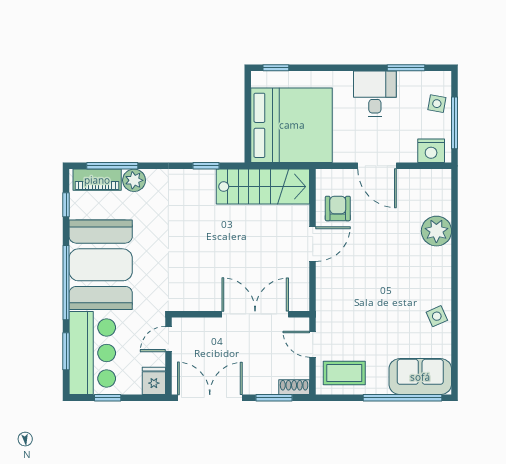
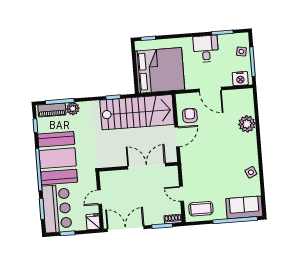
stairs: (263, 187) -> (137, 112), width x1.36, depth x1.51
wall: (240, 314) -> (138, 167), moved
double door: (255, 314) -> (147, 166), moved

